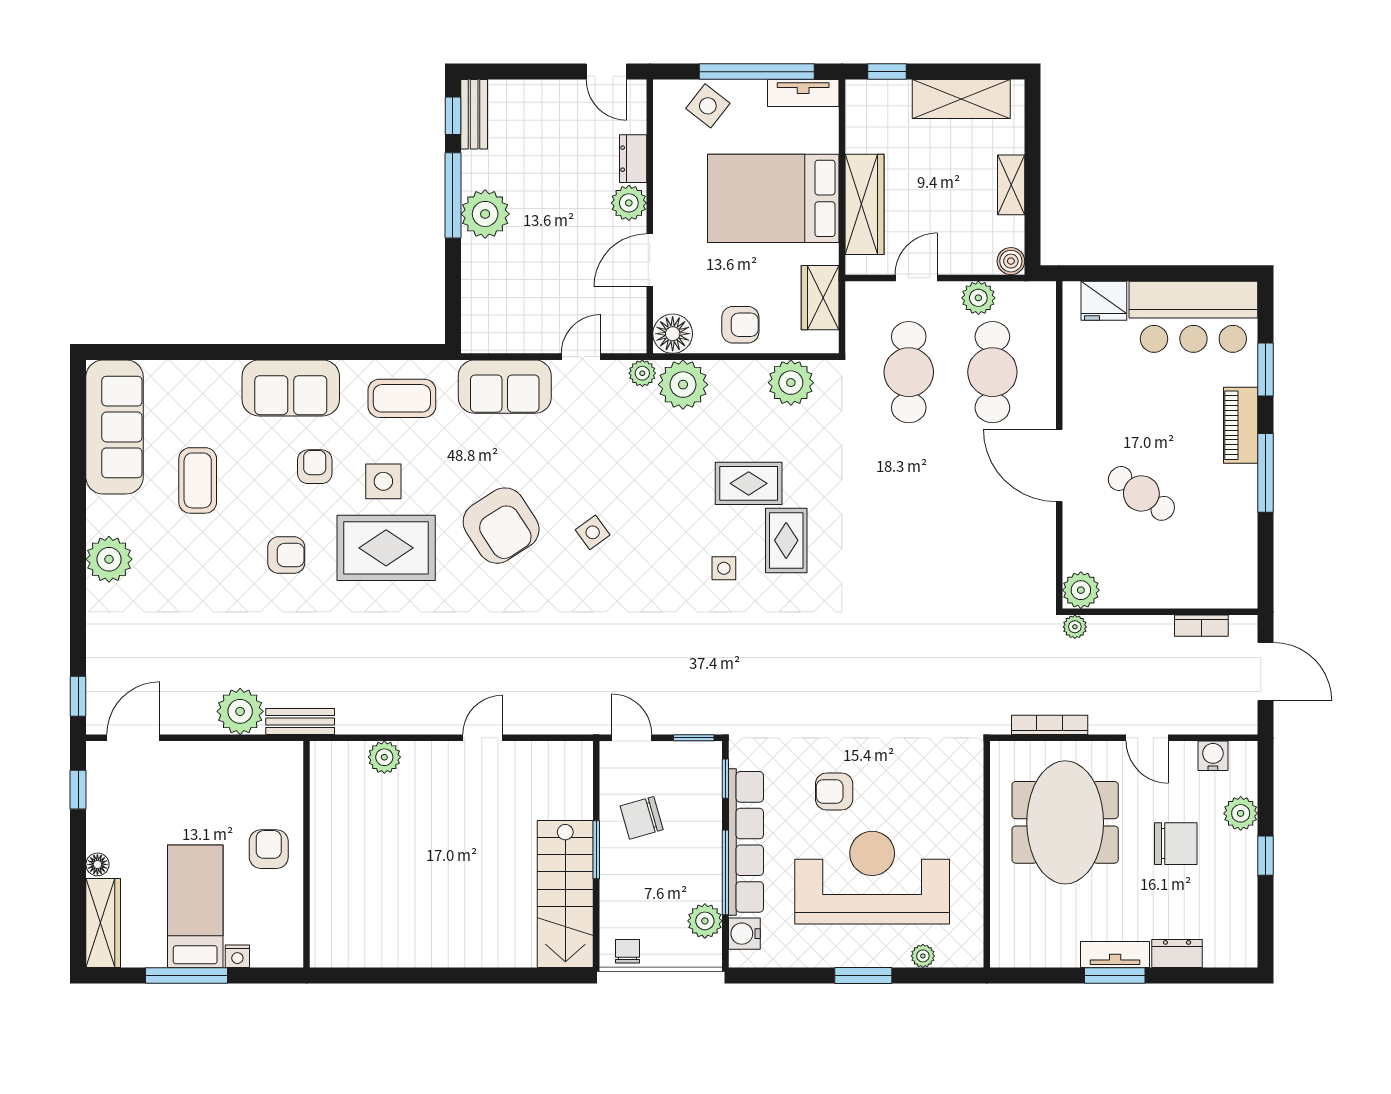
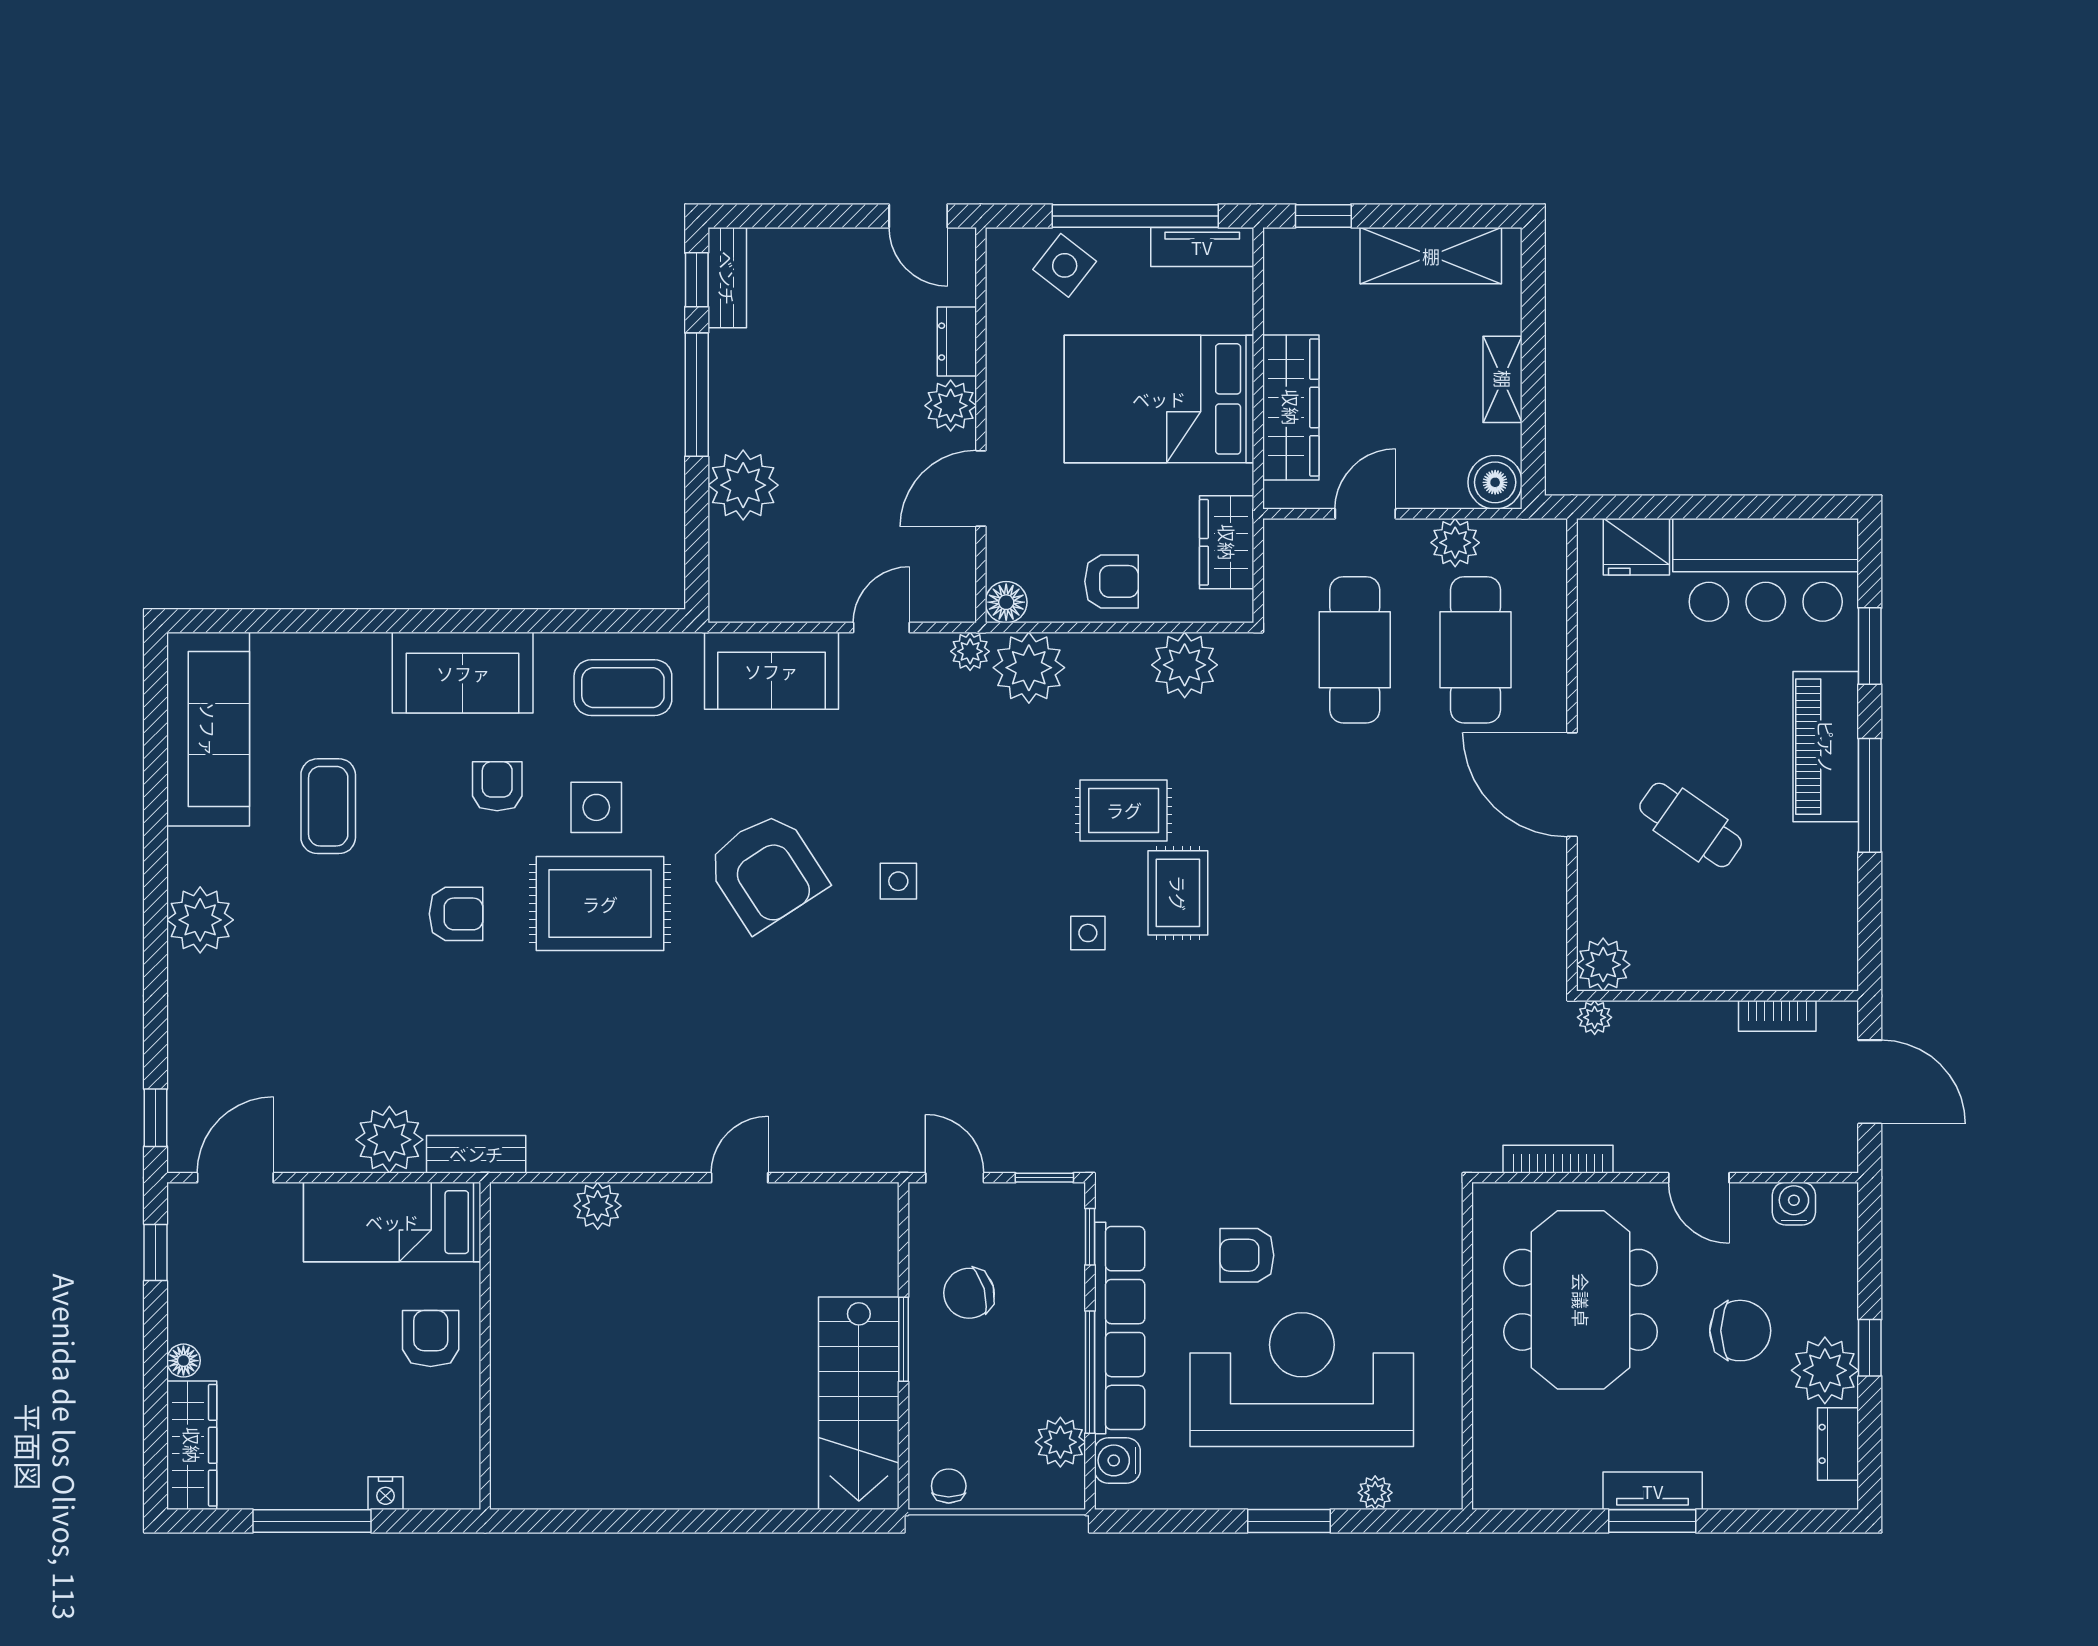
plant: (485, 214) -> (743, 485), moved
boiler: (1011, 261) -> (1495, 482), width x1.36, depth x1.36
floor lamp: (673, 334) -> (1006, 602), width x0.73, depth x0.73
piano: (1241, 425) -> (1826, 747), width x1.37, depth x1.33
side table: (593, 532) -> (898, 881), turned 36
plant: (1241, 813) -> (1825, 1370), moved, width x1.36, depth x1.36
bed: (195, 906) -> (392, 1222), moved, turned -90
dresser: (1177, 954) -> (1838, 1444), moved, turned -90

